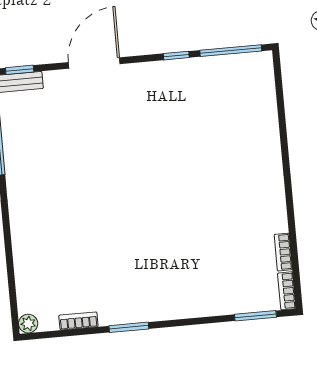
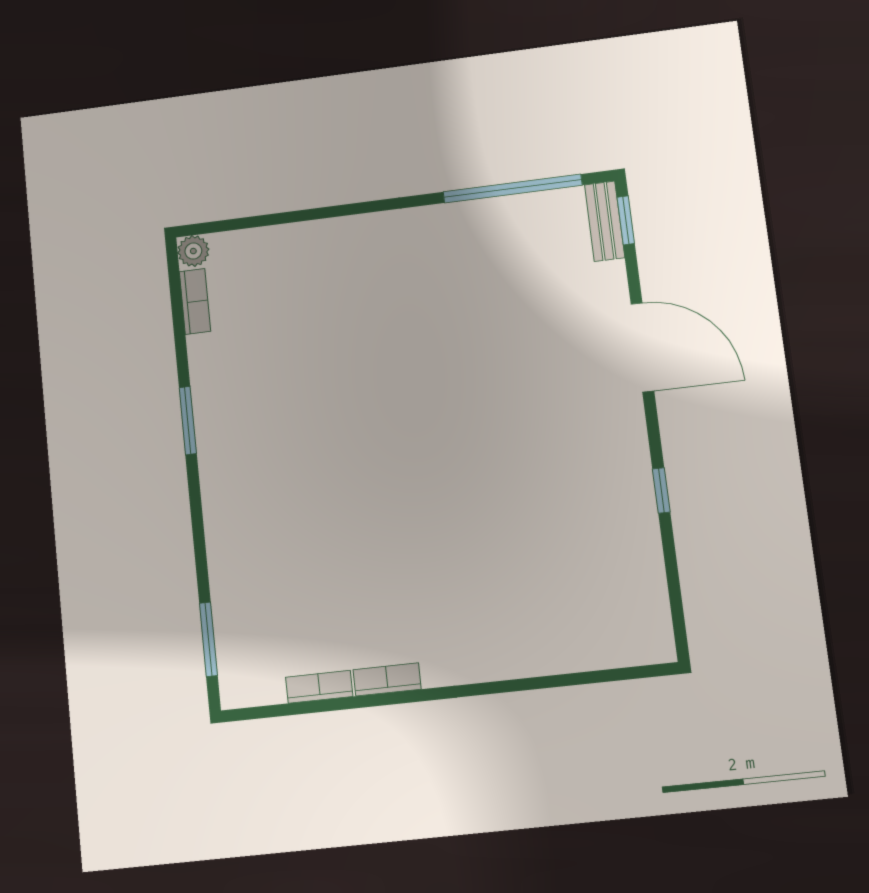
window: (231, 51) -> (674, 587), removed
bookcase: (287, 291) -> (387, 679), moved
bookcase: (78, 321) -> (195, 301), moved

